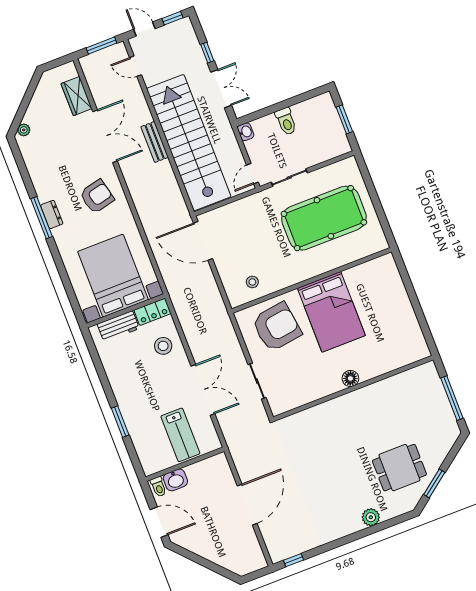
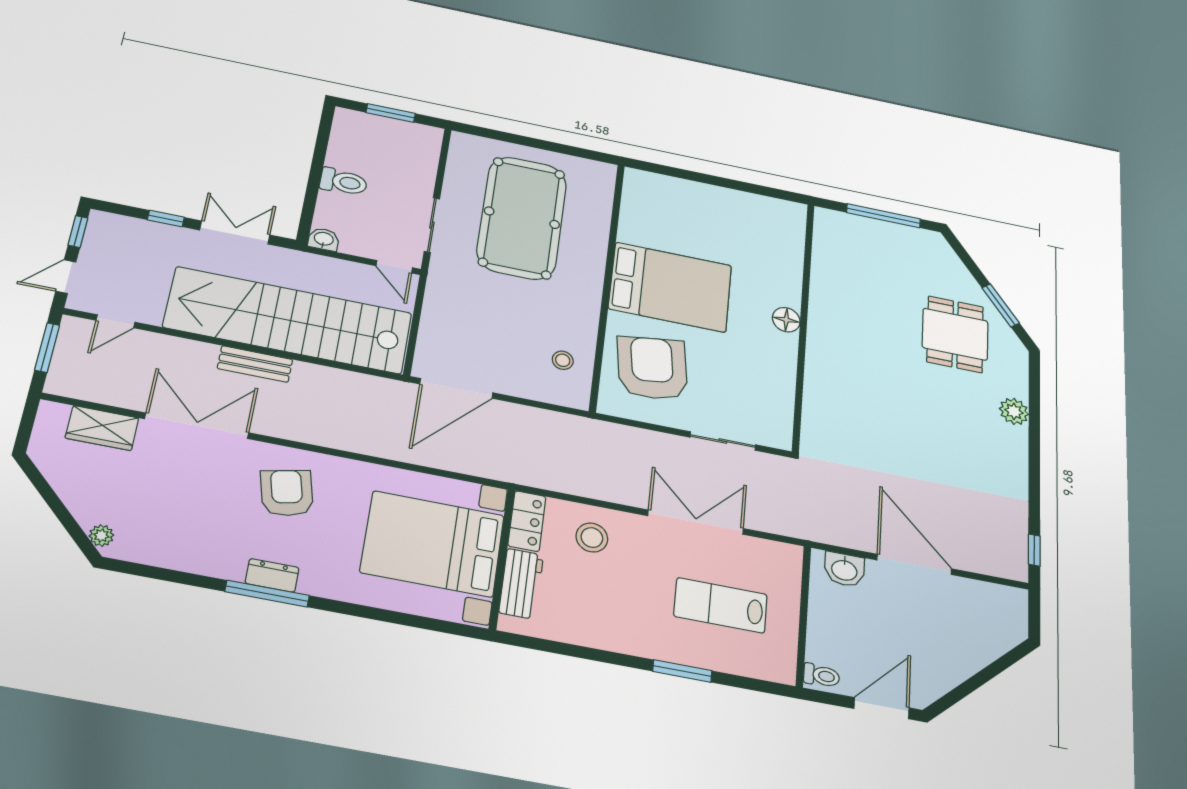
lab bench: (180, 435) -> (721, 605), moved, turned 180
washbasin: (175, 480) -> (844, 570), moved, turned 90

